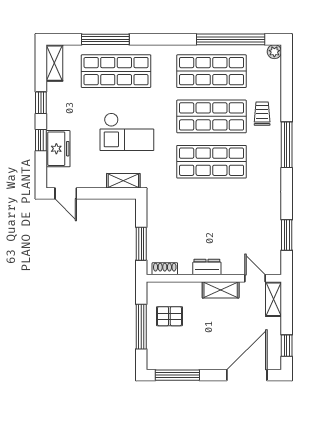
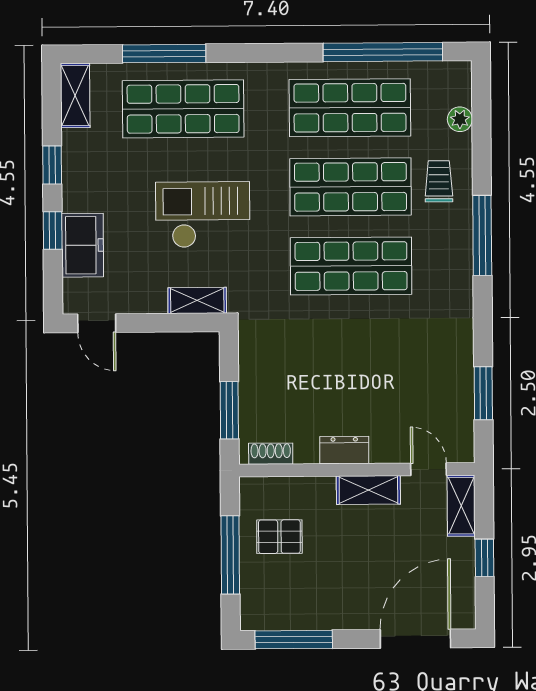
plant: (274, 52) -> (460, 119), moved
checkout: (127, 132) -> (203, 215), turned 180
window: (287, 346) -> (484, 558), moved

